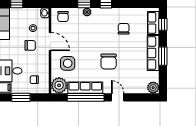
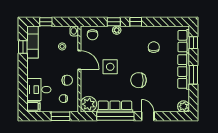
chair: (30, 45) -> (67, 80), moved
chair: (109, 61) -> (139, 80), turned 90
side table: (68, 63) -> (110, 67), moved
window: (21, 97) -> (60, 116), moved

